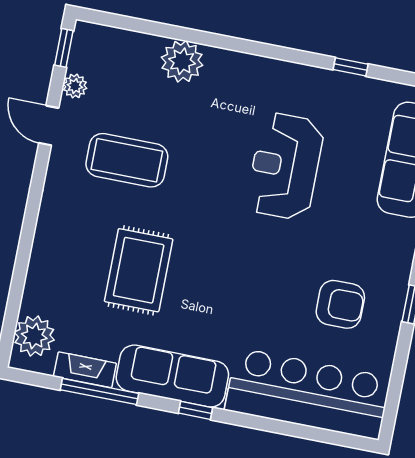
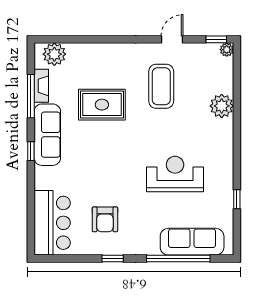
plant: (75, 86) -> (227, 50), moved
bar counter: (308, 394) -> (52, 223), width x0.73

